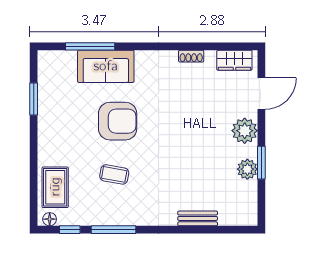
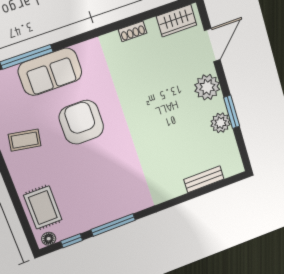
armchair: (118, 121) -> (81, 122), turned -90
coffee table: (114, 174) -> (25, 140), moved
bench: (198, 218) -> (204, 179), moved

